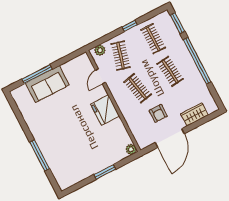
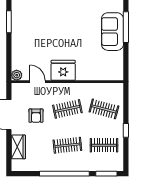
plant: (100, 50) -> (118, 93), removed
door: (100, 76) -> (37, 82), moved
armchair: (158, 113) -> (36, 116), turned -90
window: (105, 172) -> (9, 22), moved

